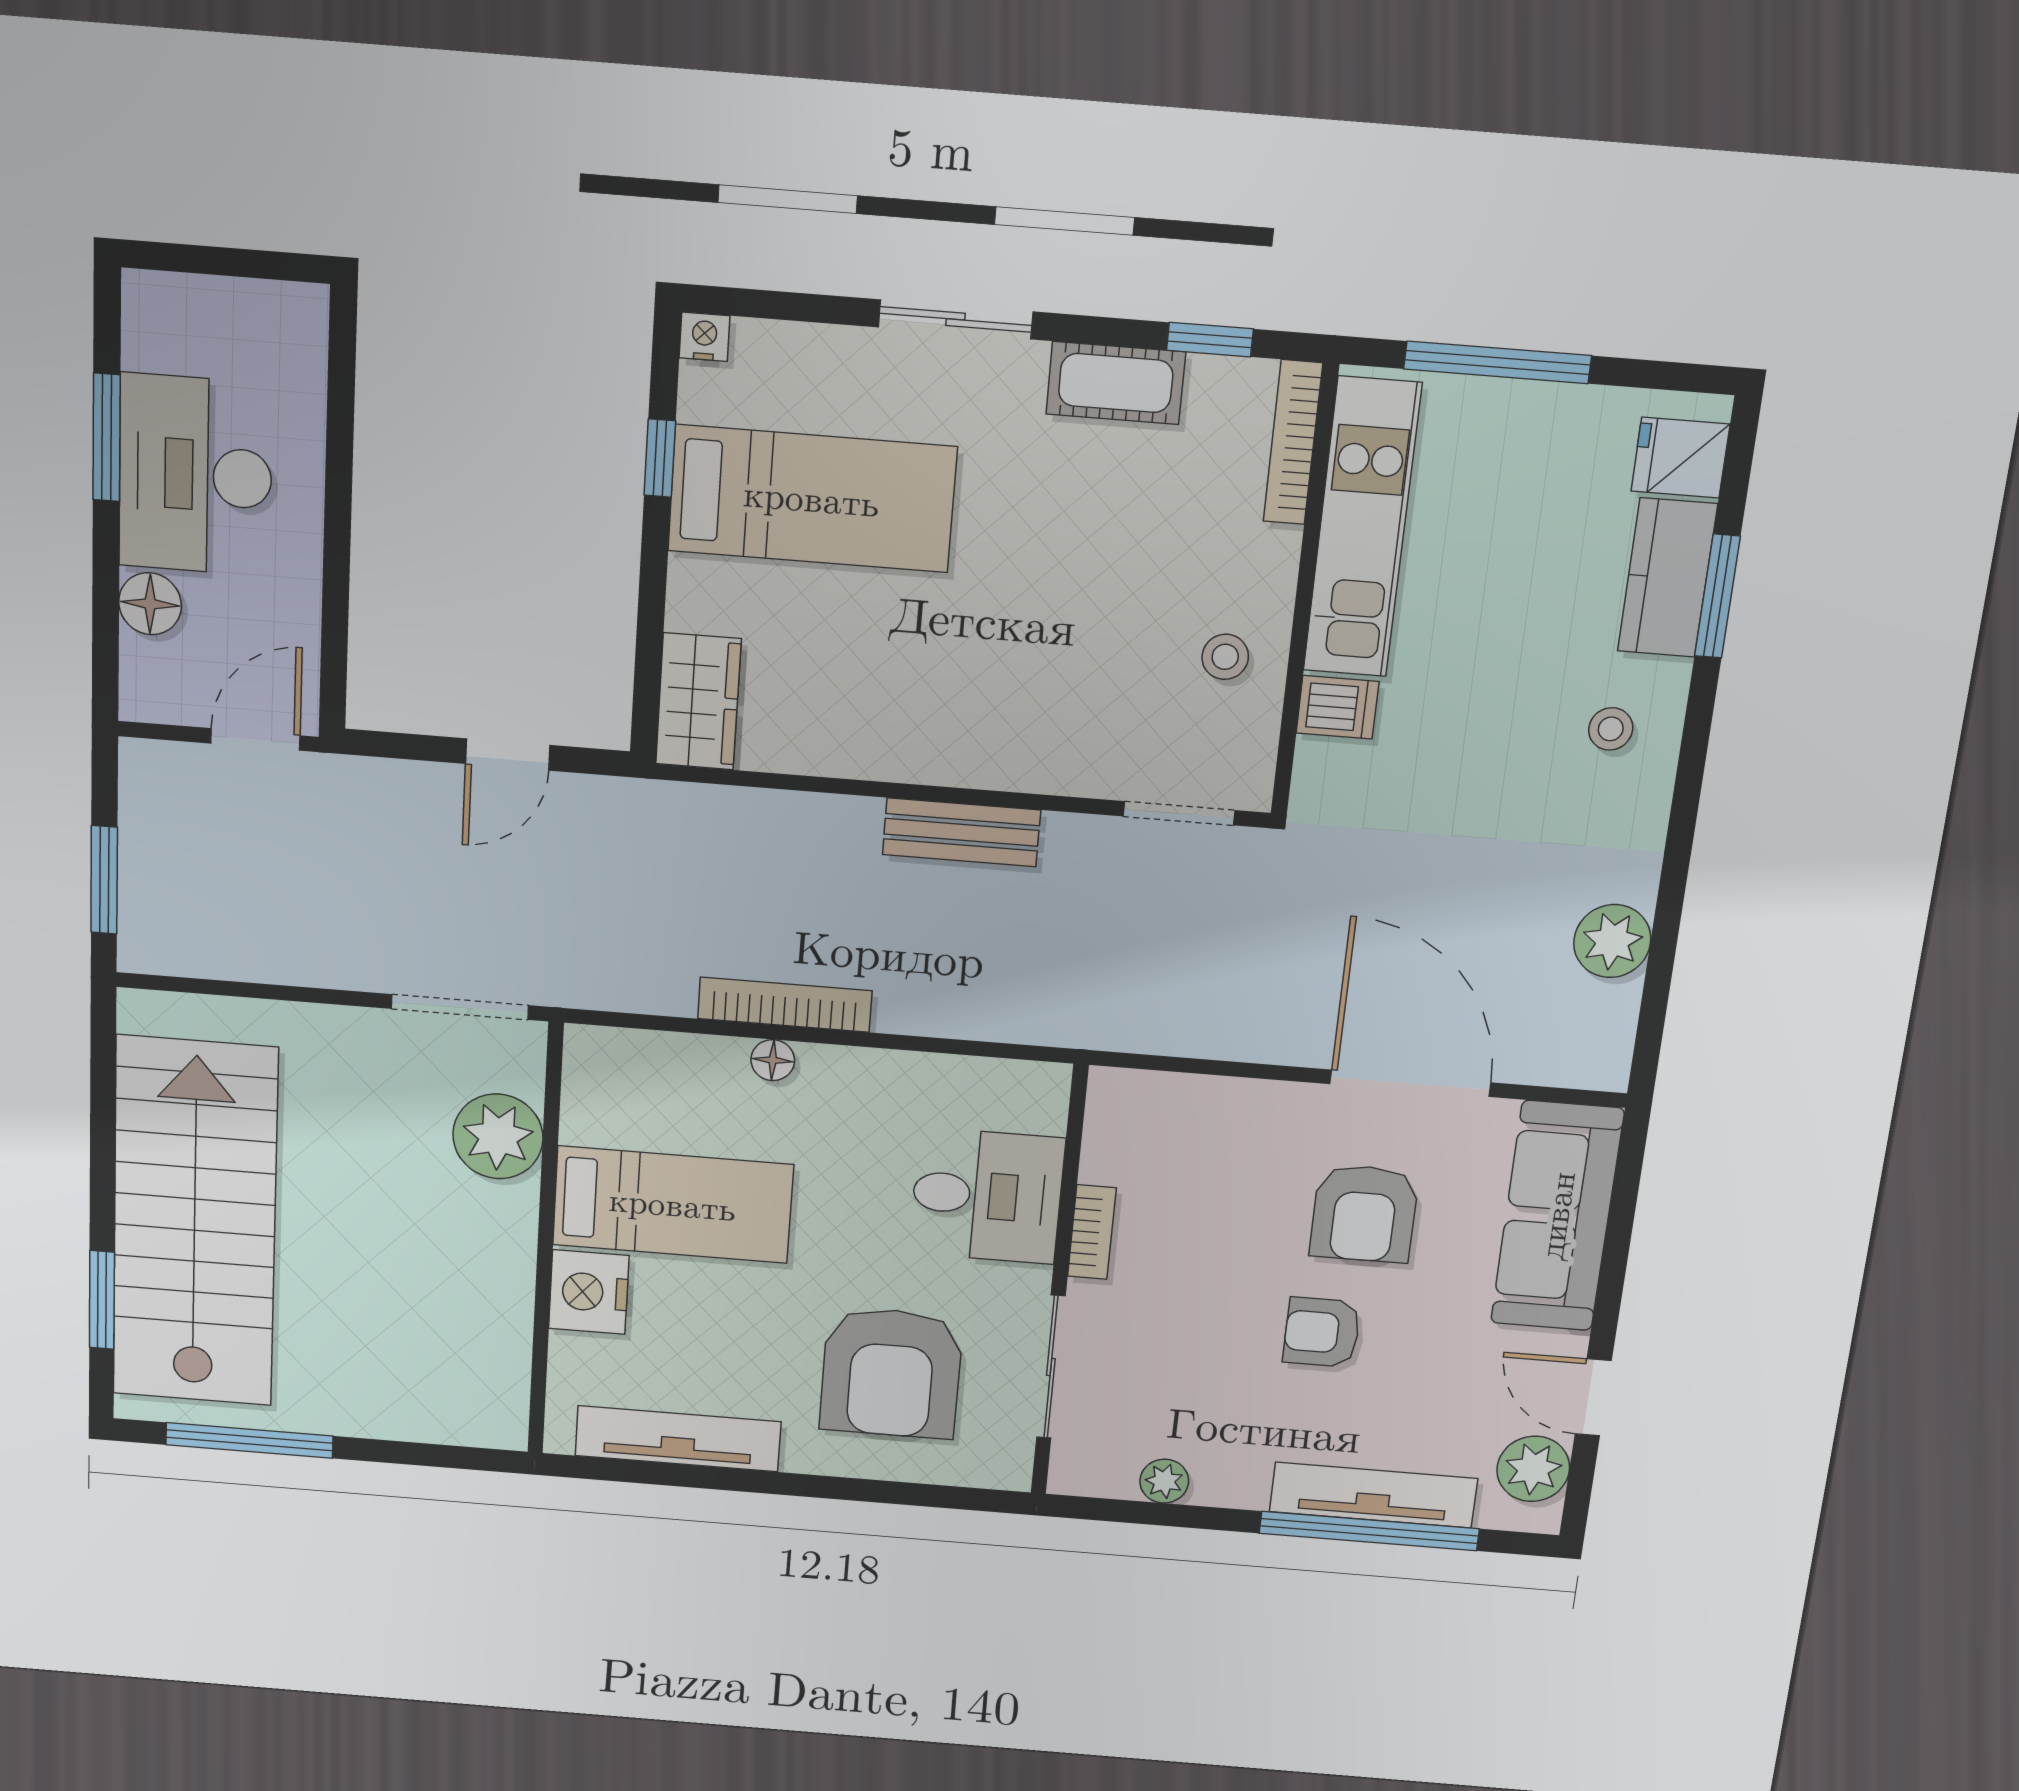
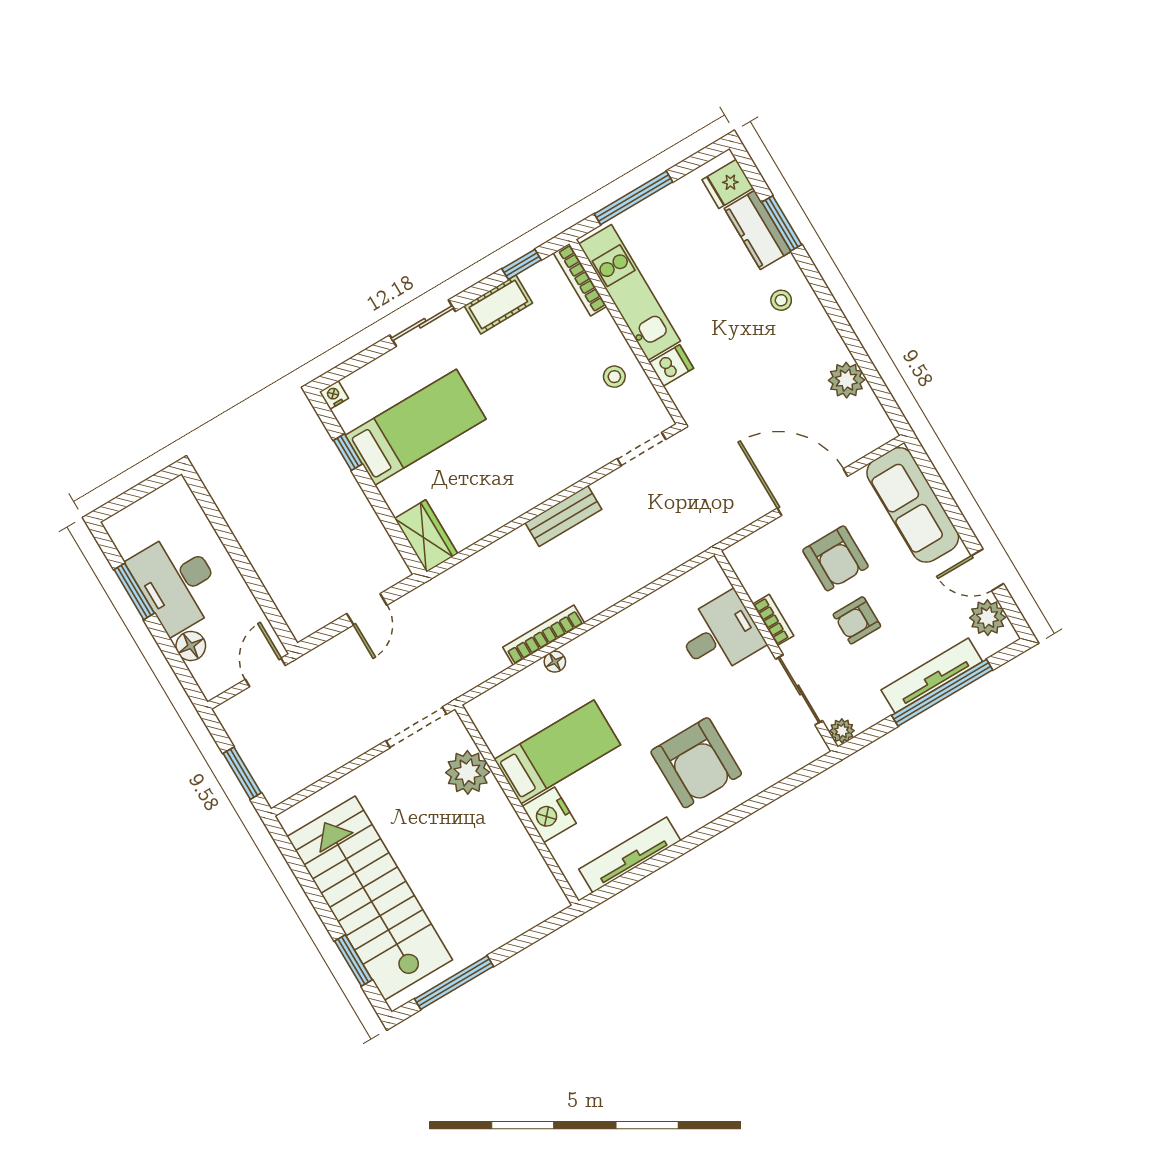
desk: (987, 1196) -> (720, 634), moved
bookcase: (1092, 1232) -> (773, 620), moved
wall: (1059, 1283) -> (776, 651), moved
sliding door: (1051, 1367) -> (799, 690), moved

